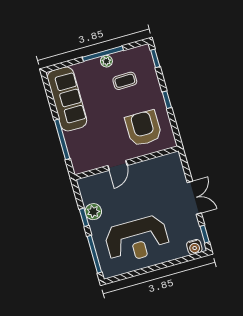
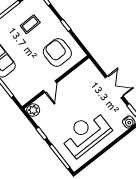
plant: (106, 61) -> (11, 16), removed
plant: (93, 212) -> (33, 110), moved
reception desk: (137, 239) -> (86, 134), turned 180

